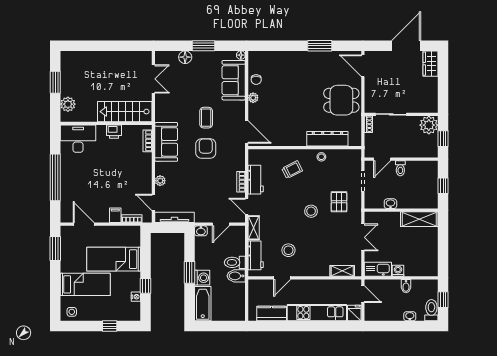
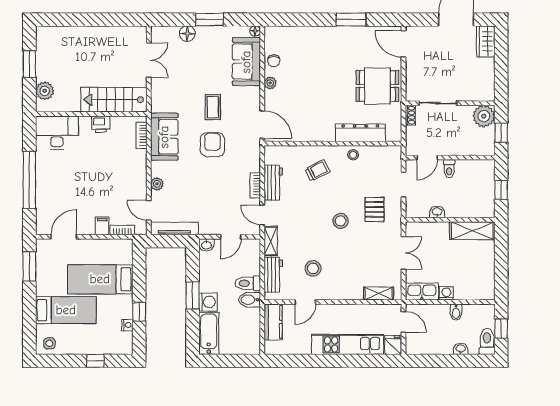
door: (84, 224) -> (64, 237), hinge flipped
kitchen counter: (272, 314) -> (273, 322), moved, turned 90

